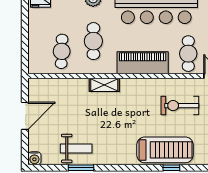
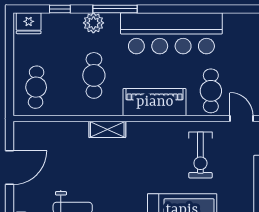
cafe table: (62, 51) -> (36, 87), moved
exercise bike: (180, 106) -> (200, 155), turned -90

